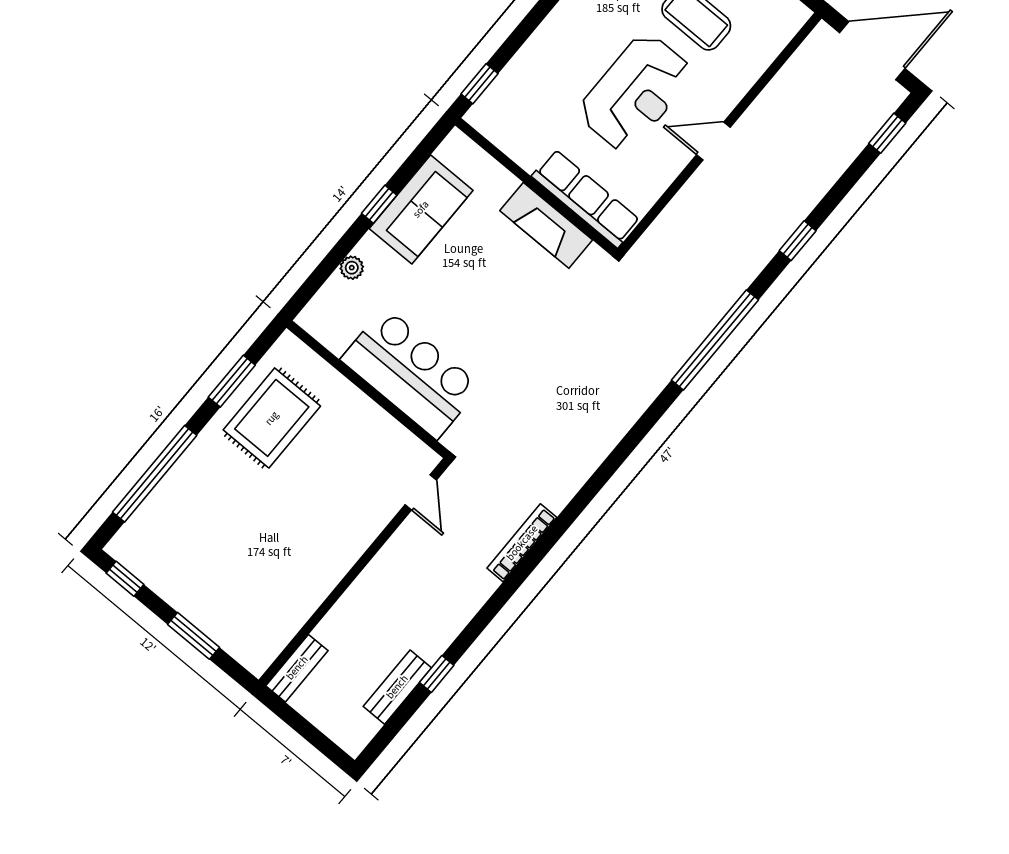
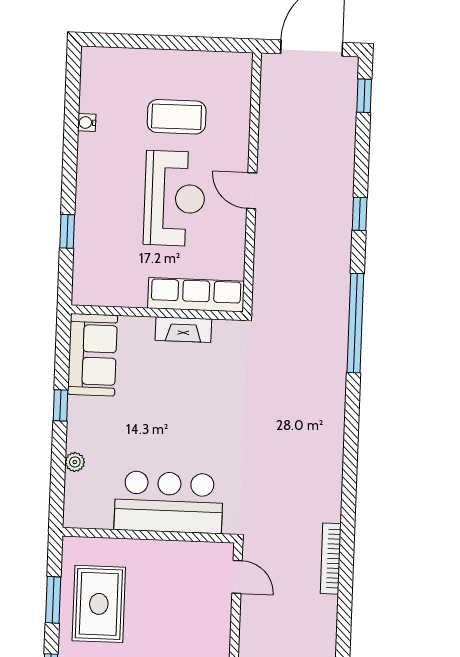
window: (480, 84) -> (67, 231), moved
door: (713, 141) -> (252, 191), hinge flipped
sofa: (421, 209) -> (93, 355), moved
fireplace: (546, 225) -> (183, 330), width x0.73, depth x0.76

